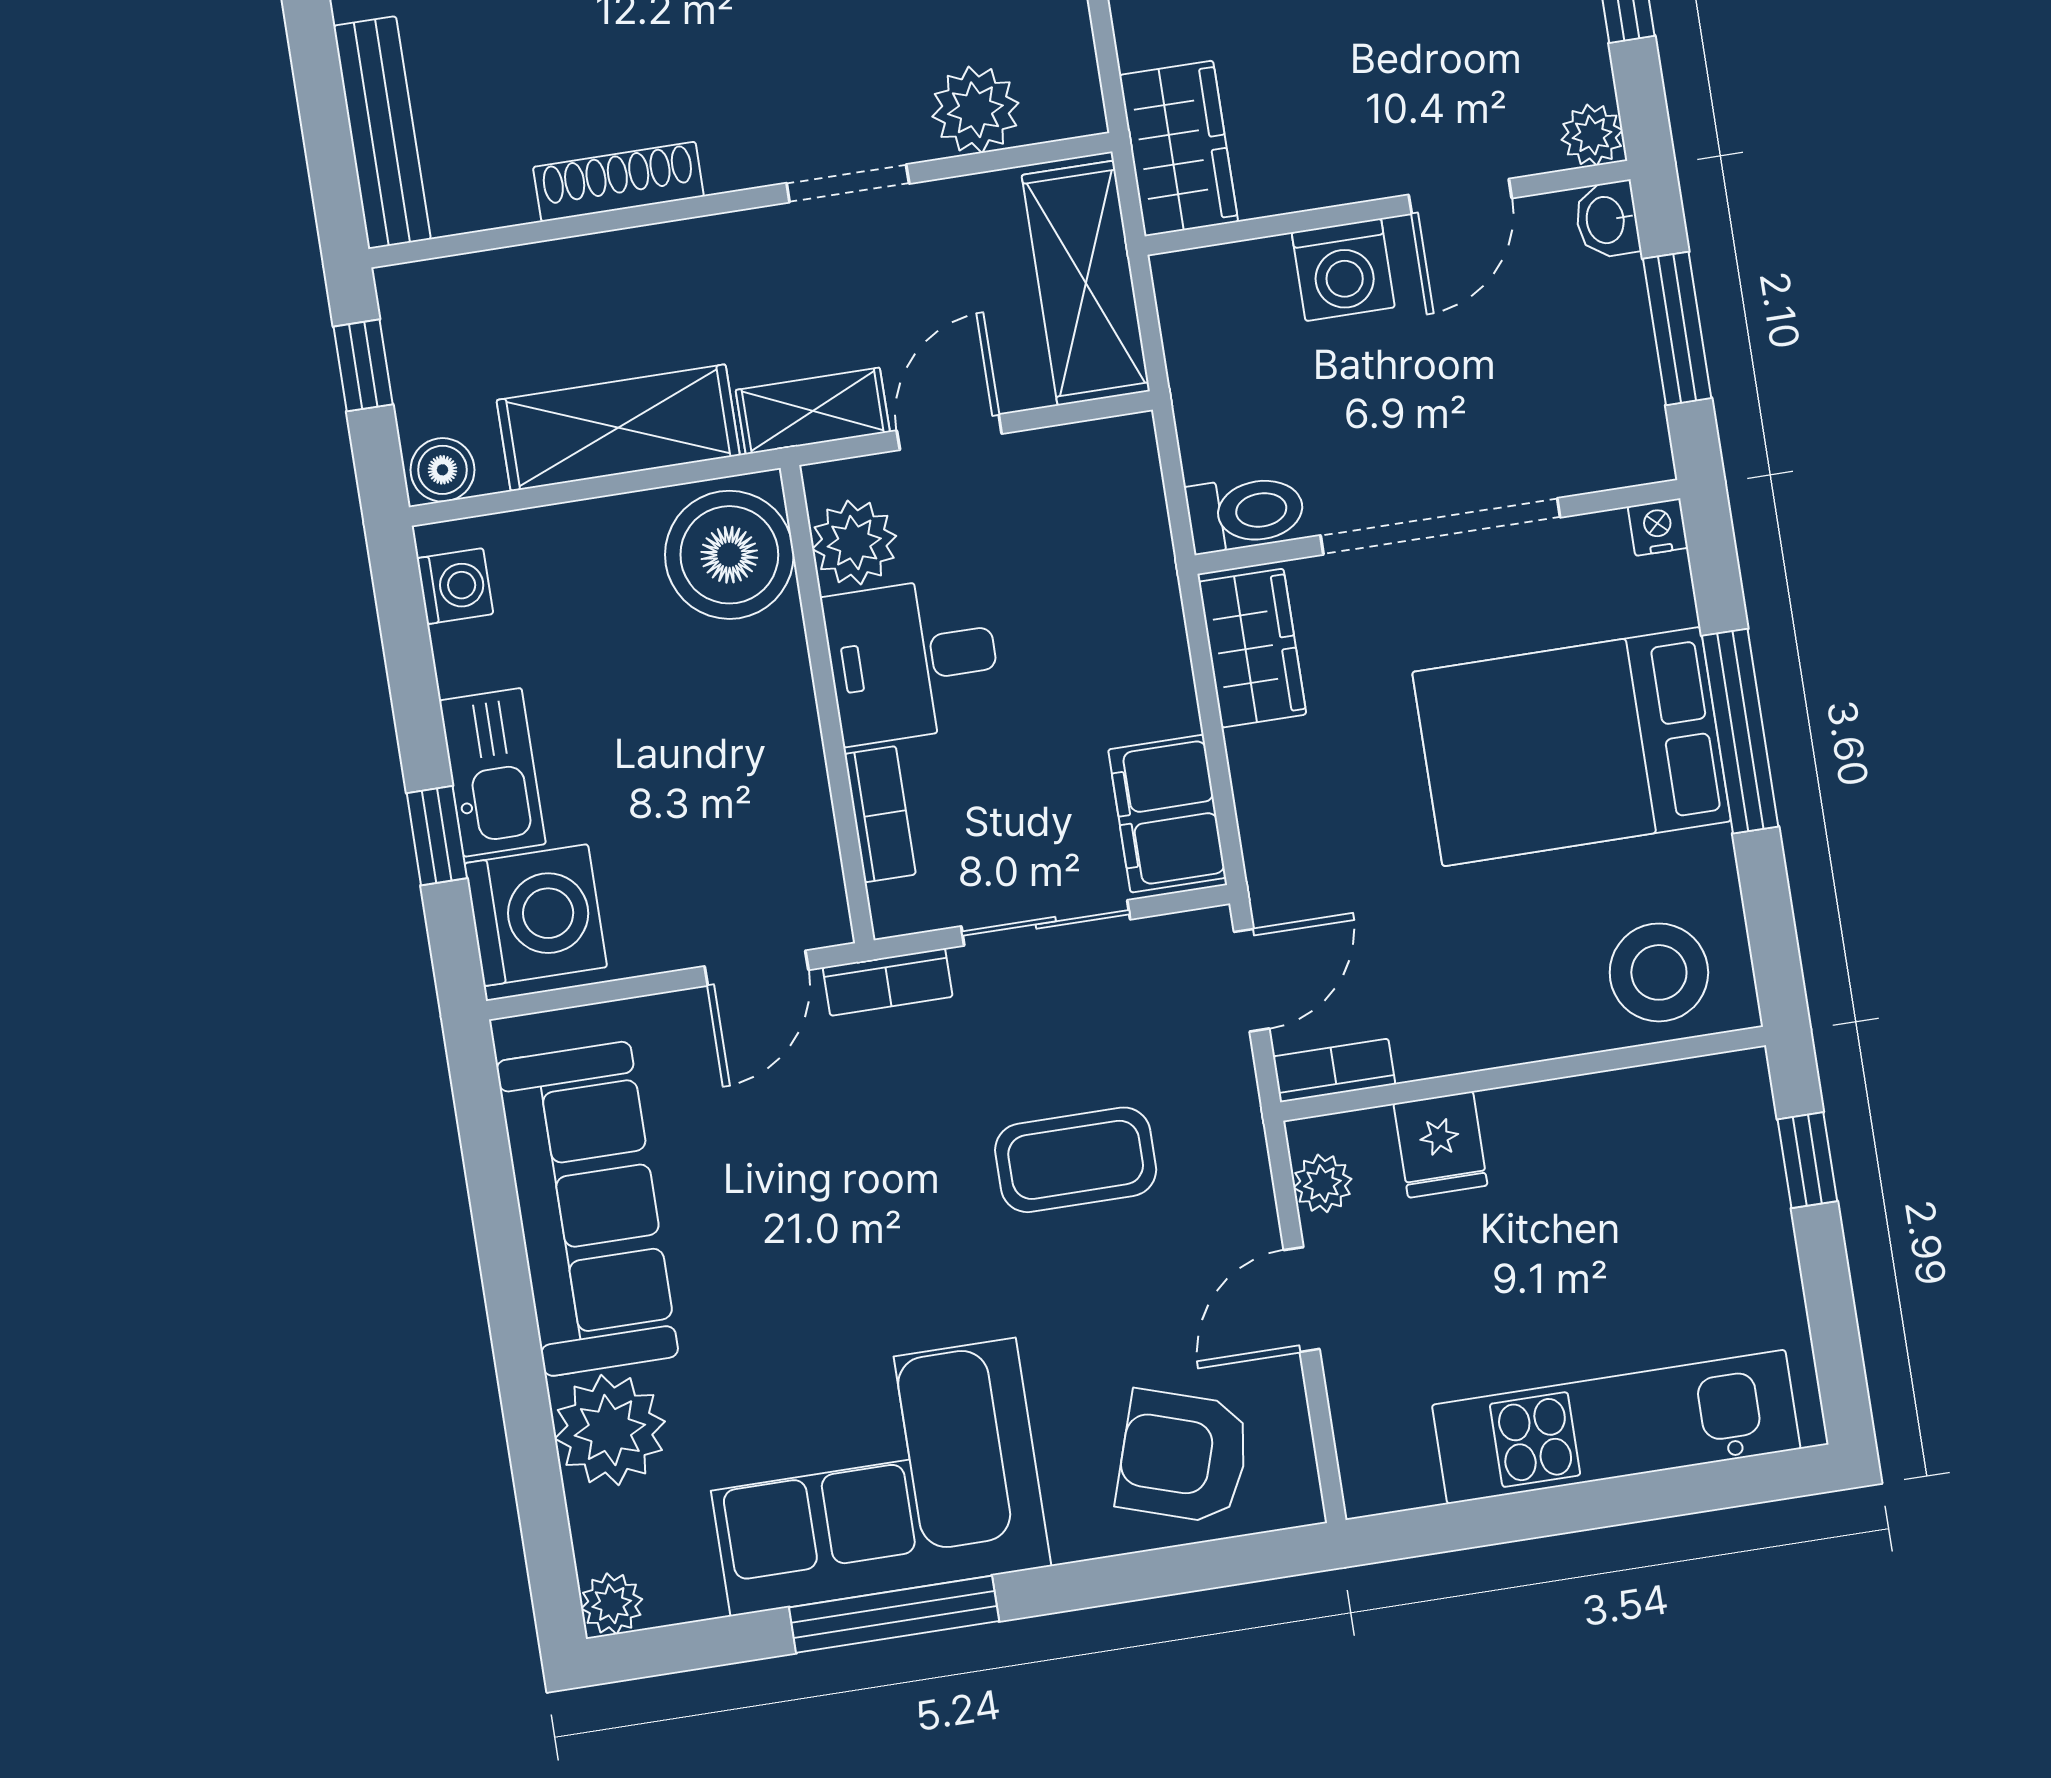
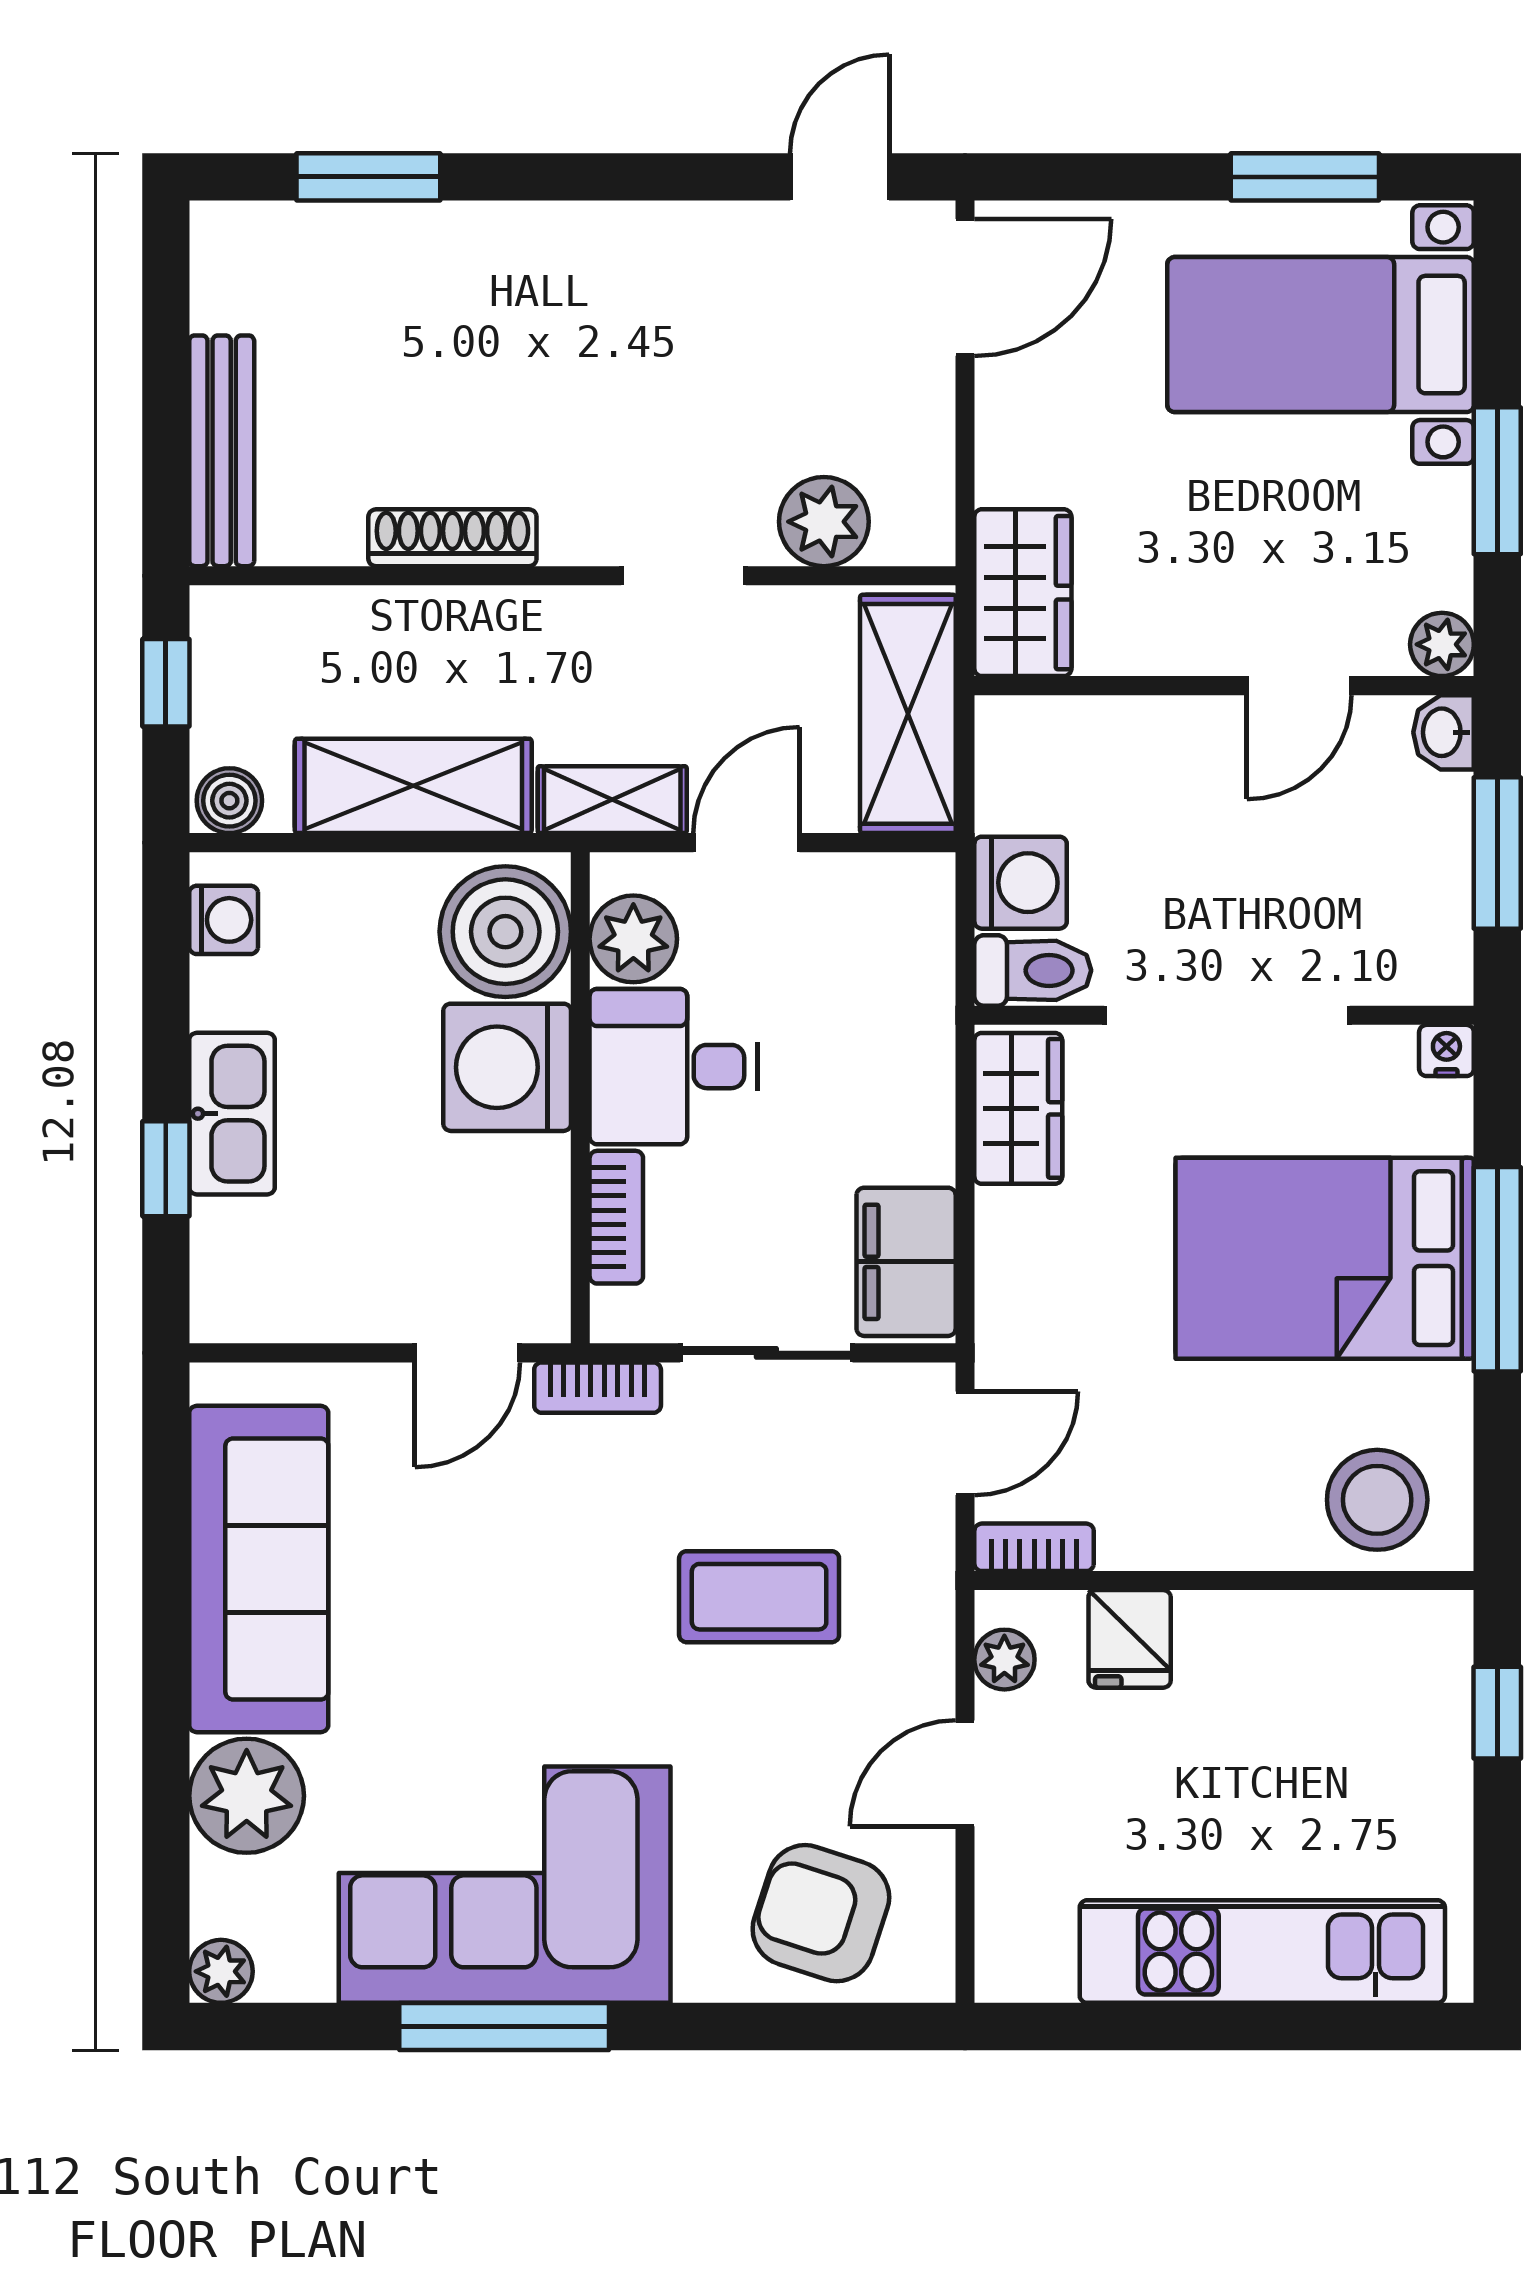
washing machine: (1343, 270) -> (1021, 883), moved, turned -90
washing machine: (536, 915) -> (507, 1067), moved, turned 180

